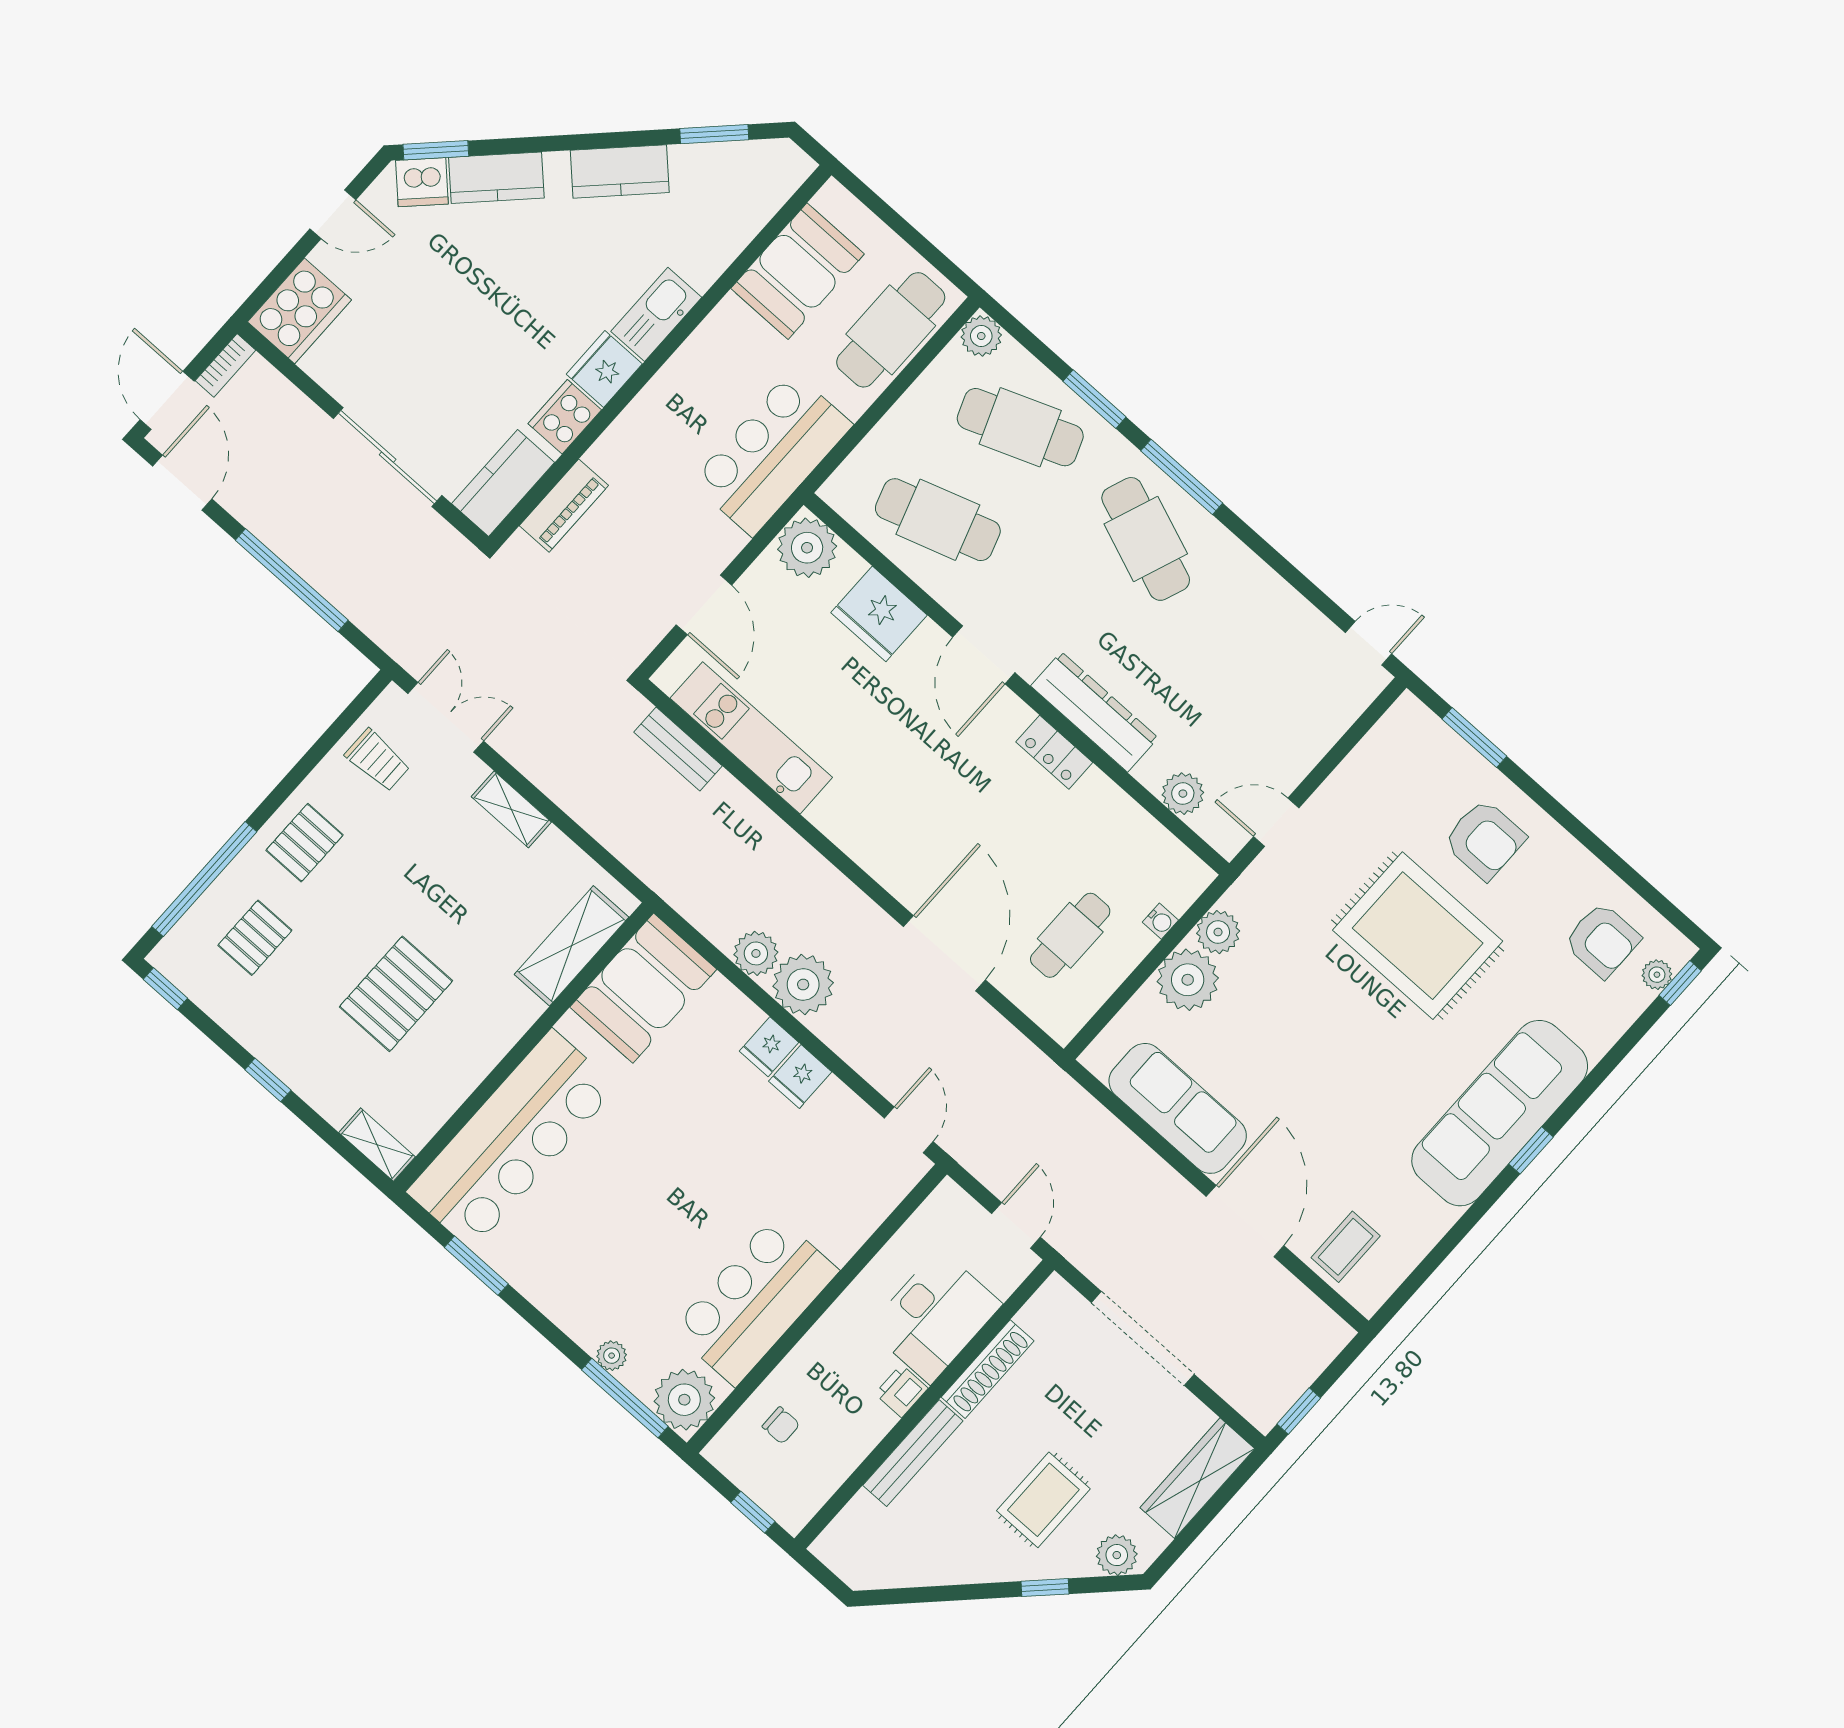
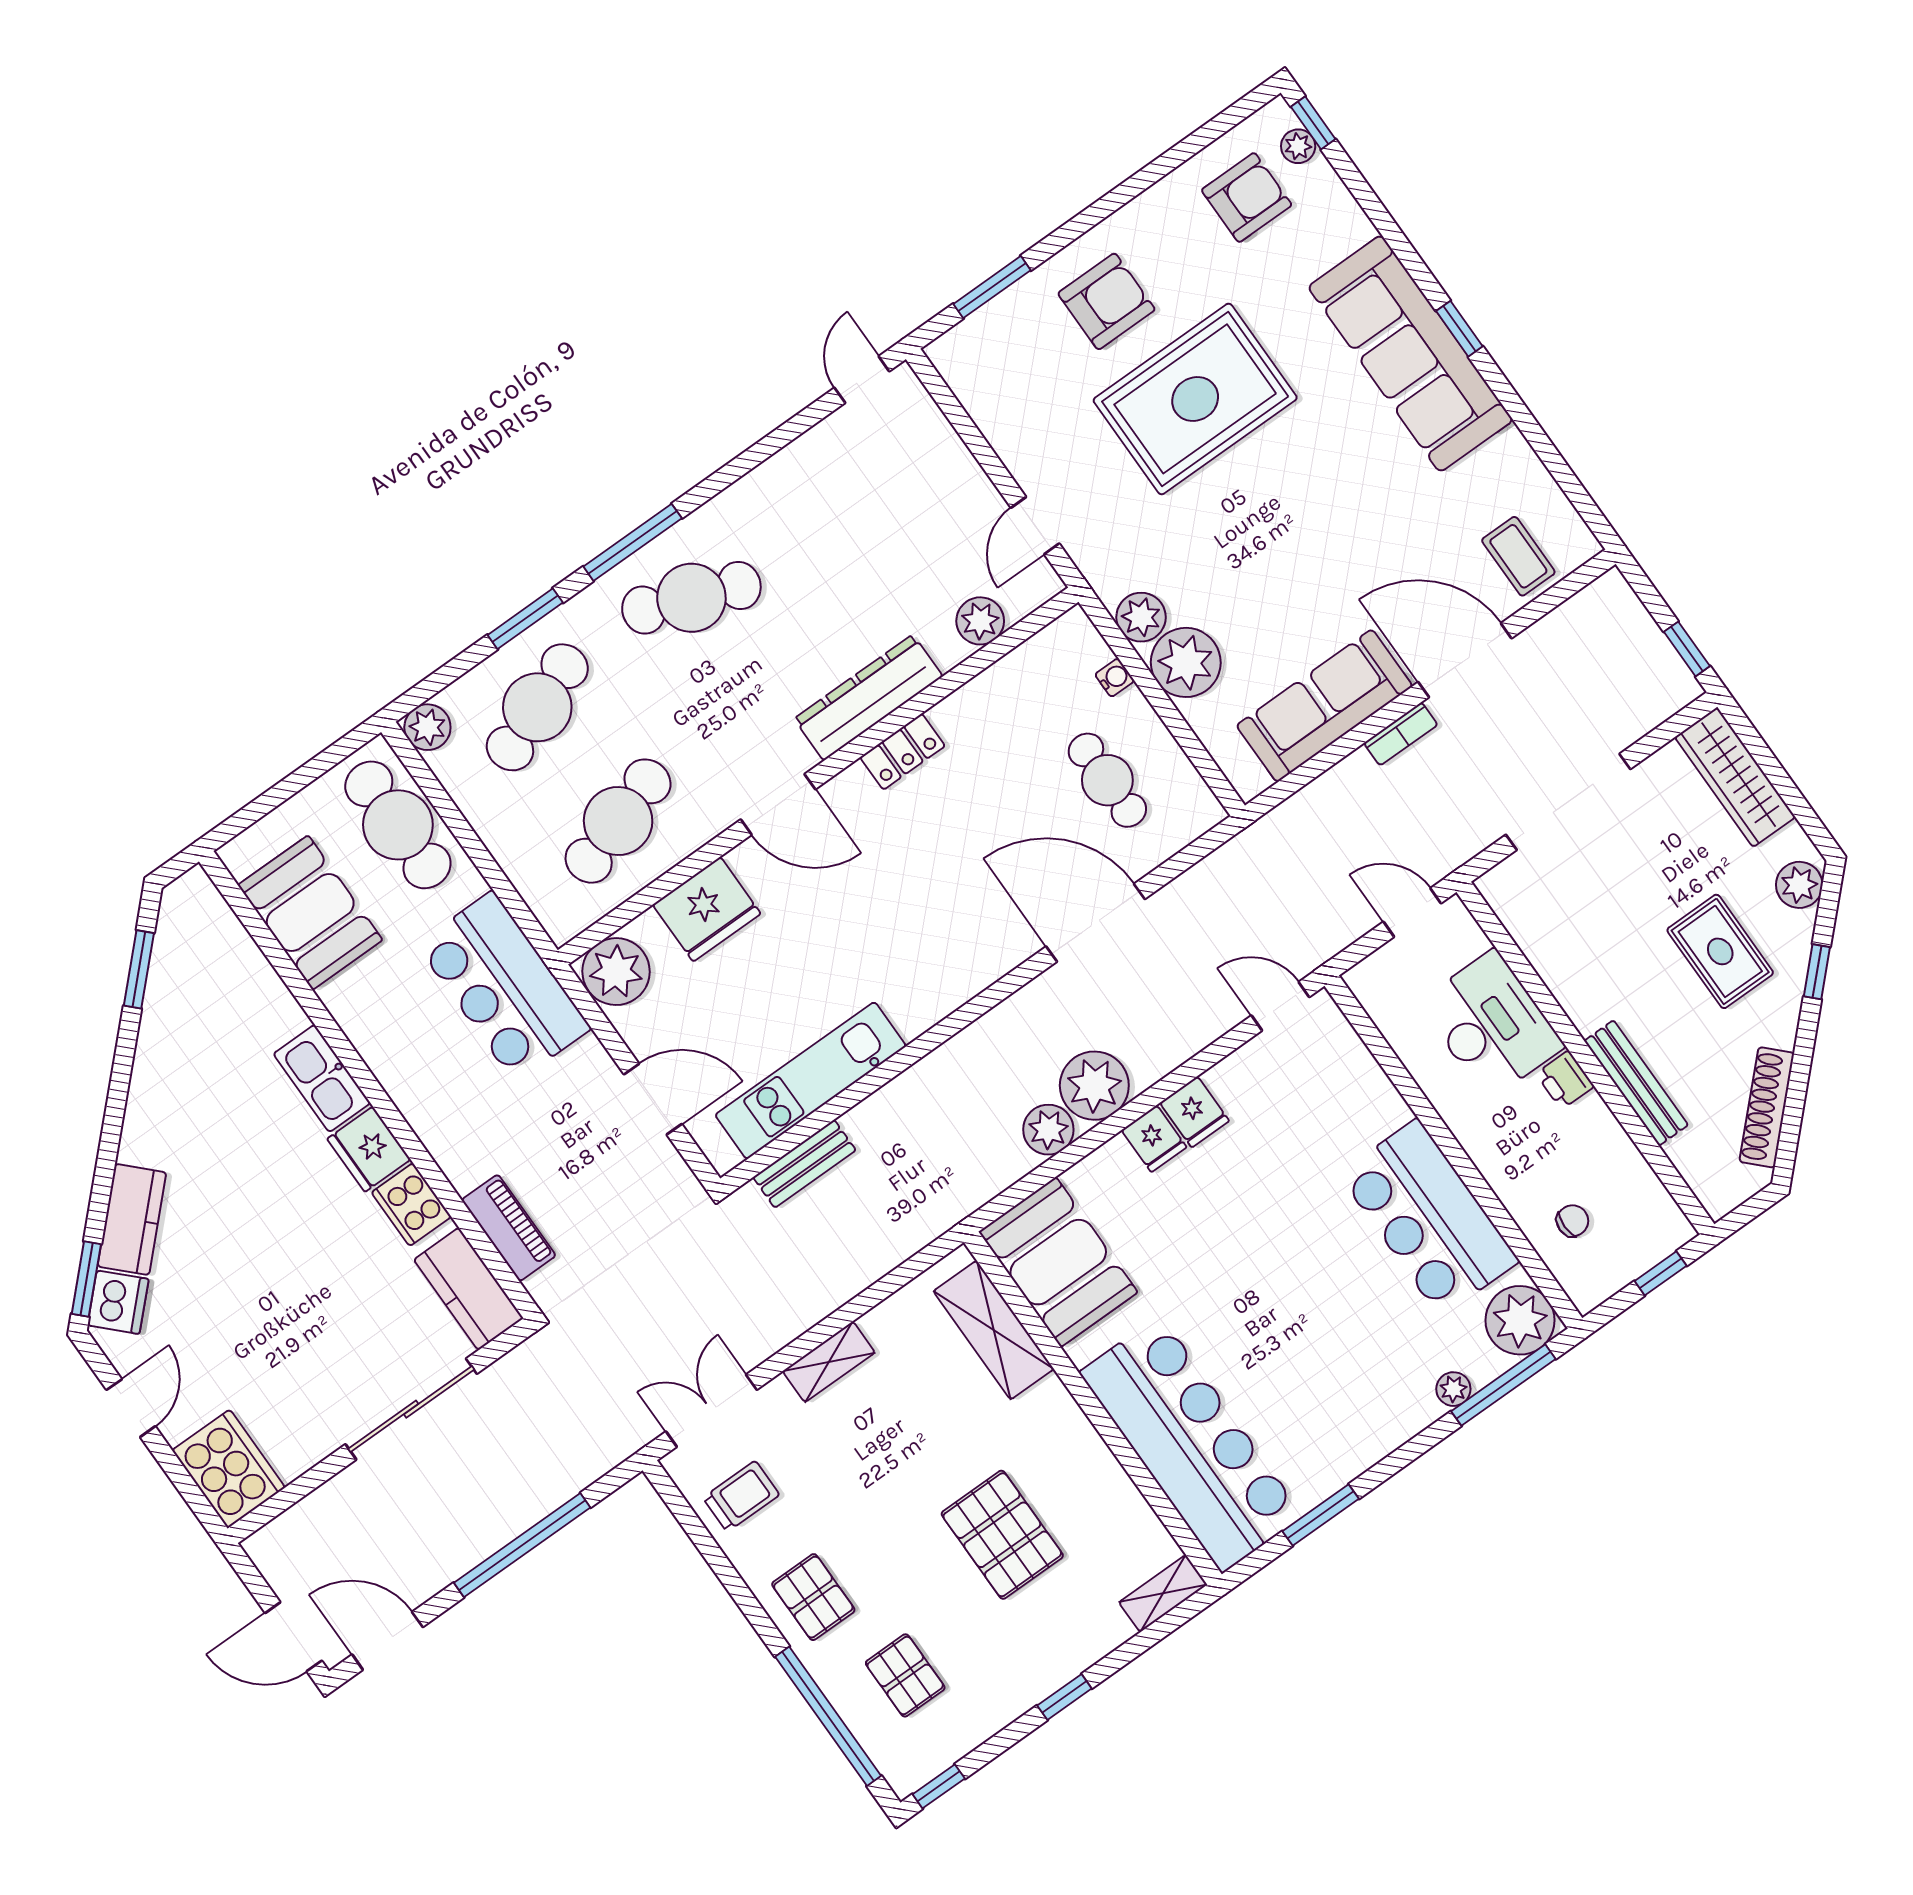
kitchen counter: (620, 171) -> (156, 1082), removed
bookcase: (226, 365) -> (1401, 734), moved, turned 90
shoe rack: (988, 1369) -> (1767, 1107), moved, turned -135

